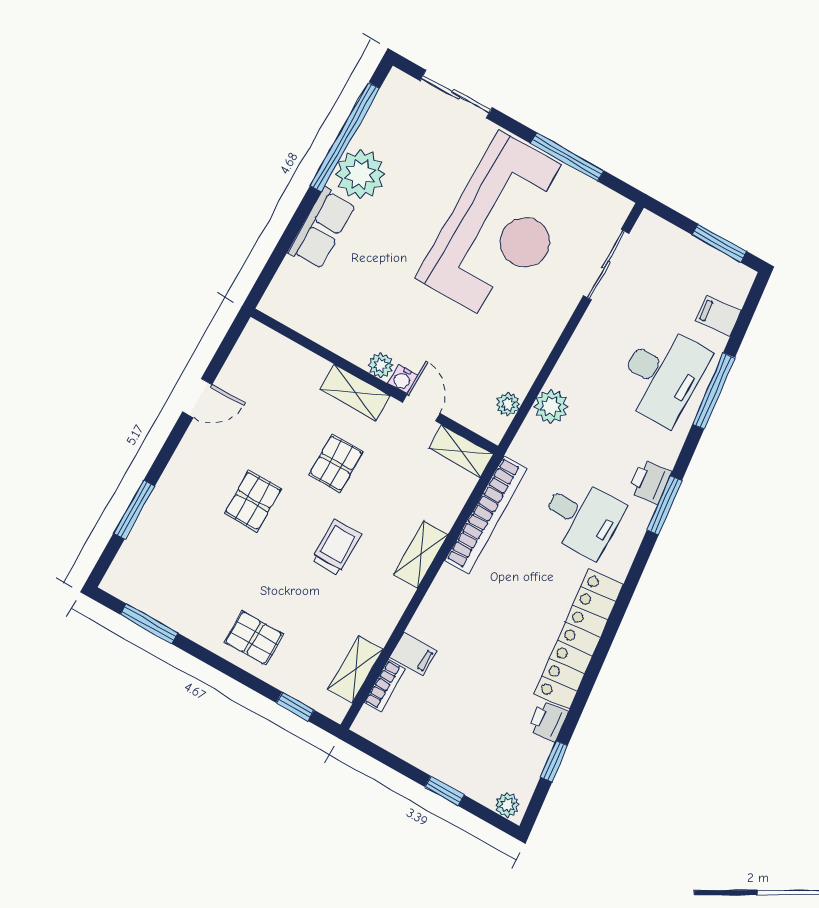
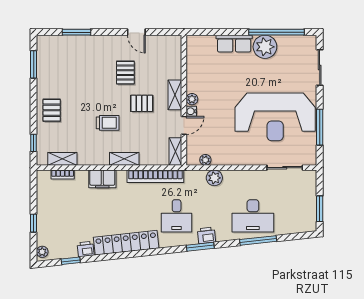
filing cabinet: (718, 316) -> (290, 225), removed
pallet: (253, 501) -> (125, 73), moved, turned 90
filing cabinet: (413, 654) -> (102, 179), moved, width x2.00

